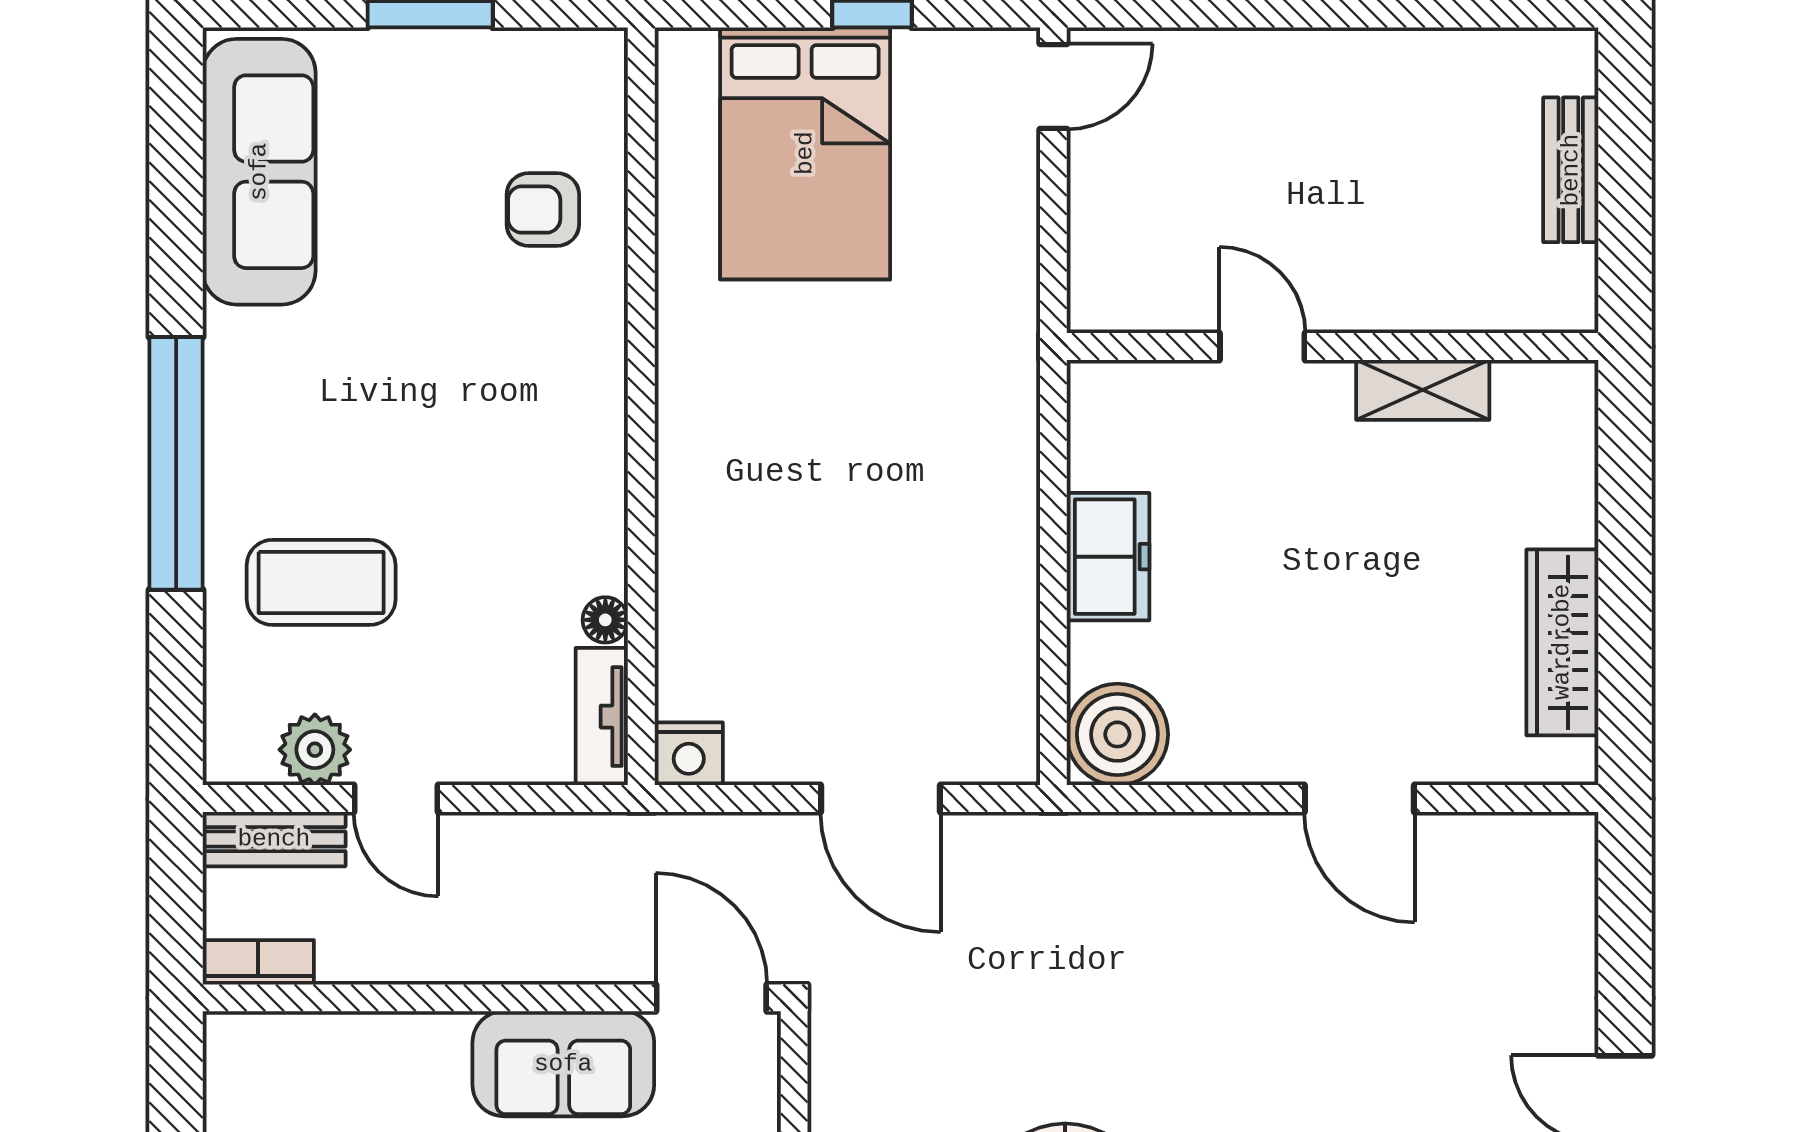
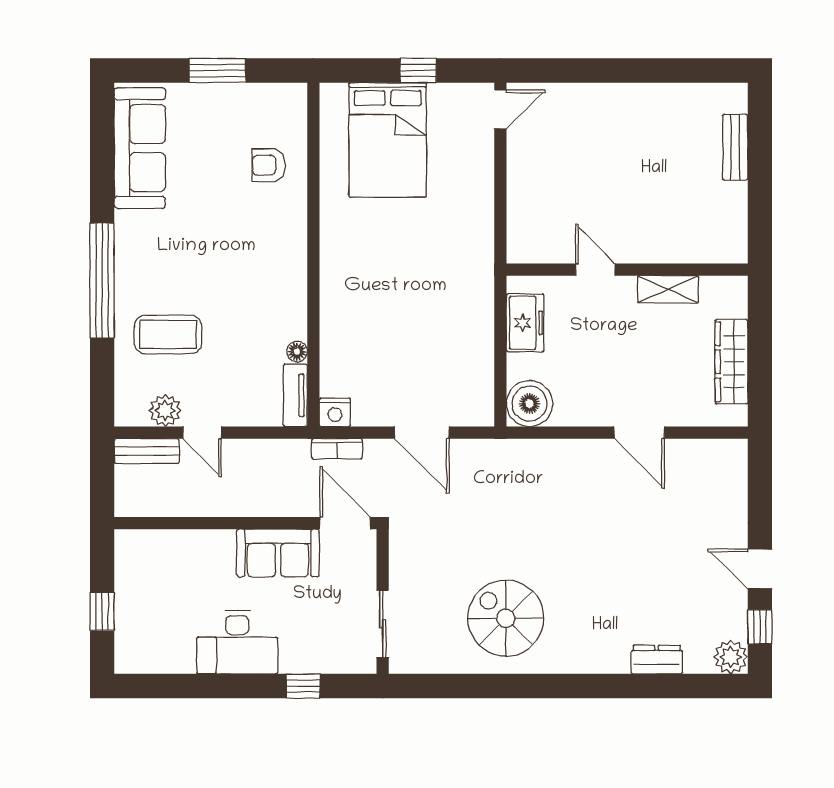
door: (1262, 346) -> (595, 270), moved
wall: (1333, 346) -> (627, 270), moved
shelving: (1423, 390) -> (668, 289), moved
bookcase: (258, 962) -> (337, 449), moved, turned 180

